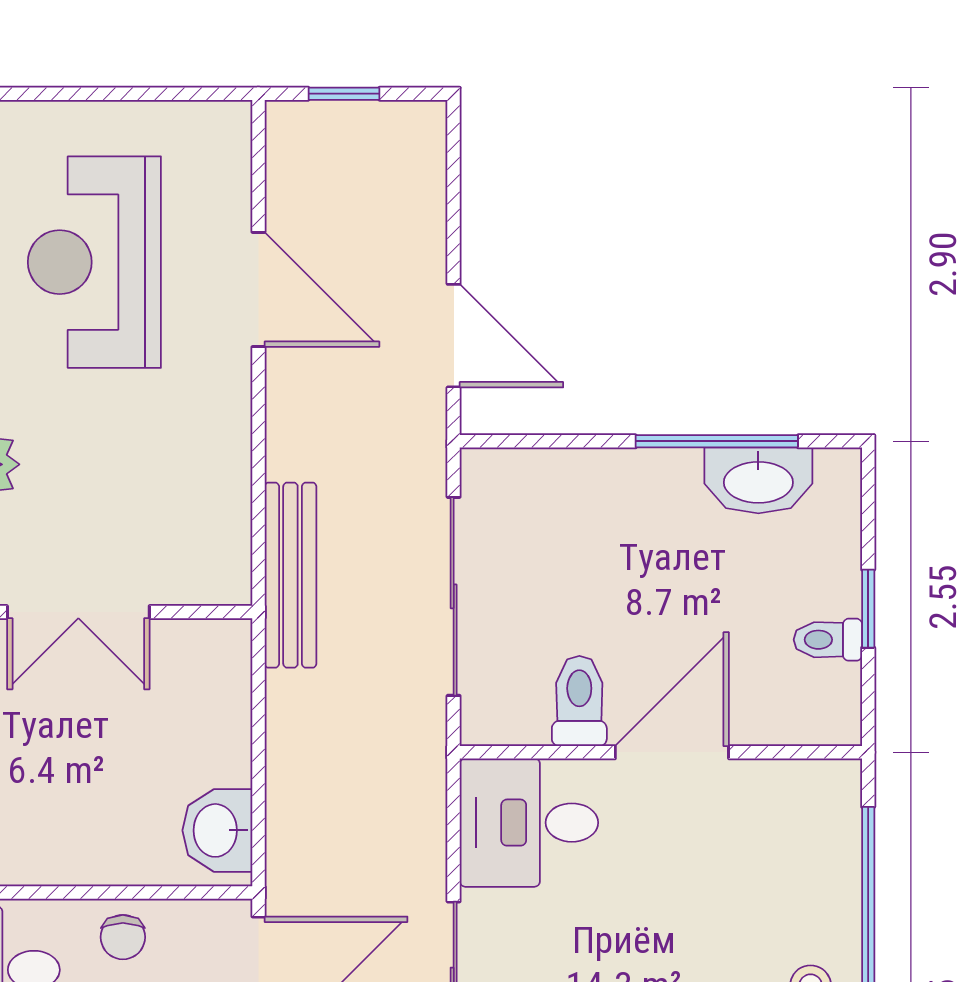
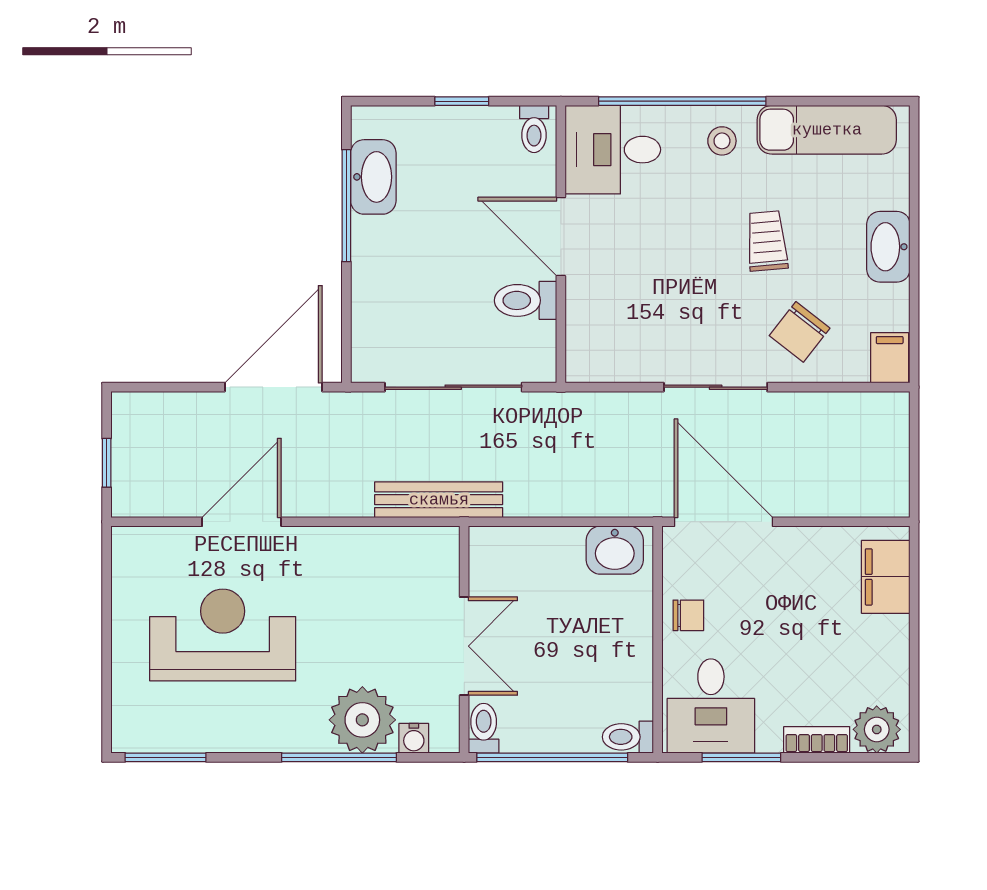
reception desk: (94, 262) -> (223, 635), turned 180
door: (454, 336) -> (273, 387), width x1.36
toilet: (828, 640) -> (534, 129), moved
desk: (529, 823) -> (613, 150), moved, turned 90

